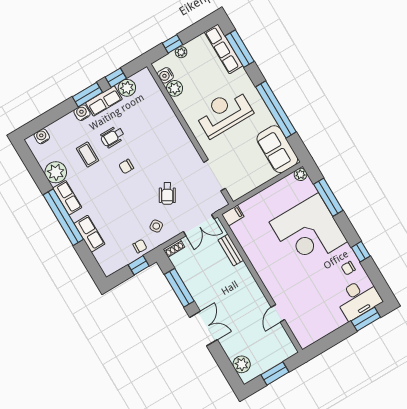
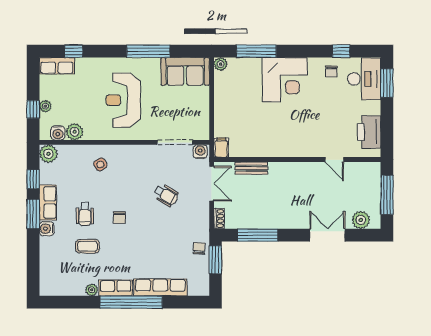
row of seats: (224, 49) -> (57, 66), width x0.68
window: (240, 49) -> (74, 51), width x0.46
plant: (127, 88) -> (48, 154), moved
window: (276, 109) -> (148, 51), width x0.68
water cooler: (42, 136) -> (200, 152), moved, turned 90
plant: (56, 172) -> (92, 290), width x0.53, depth x0.53
side table: (156, 226) -> (100, 164), moved
corner desk: (308, 232) -> (285, 80), width x0.74, depth x0.74
row of seats: (89, 234) -> (160, 287), width x1.48
window: (361, 252) -> (341, 51), moved
window: (139, 265) -> (216, 260), width x1.50
double door: (203, 328) -> (327, 235), moved
printer: (317, 328) -> (369, 132), added
window: (275, 373) -> (387, 195), width x1.44

